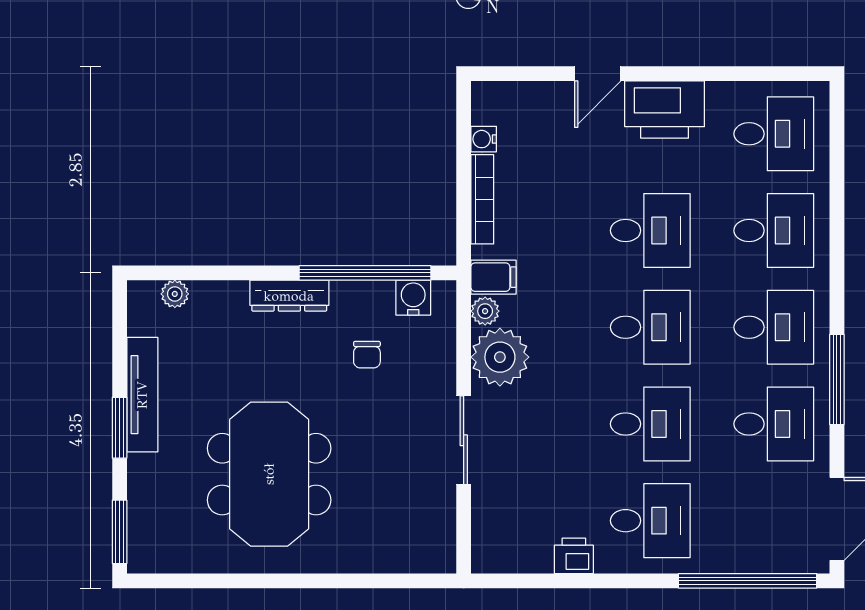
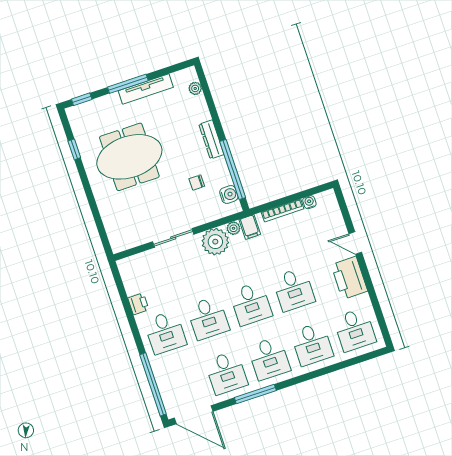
window: (120, 428) -> (128, 84), width x1.44
window: (120, 532) -> (82, 99), width x0.67
window: (216, 581) -> (74, 149), added

